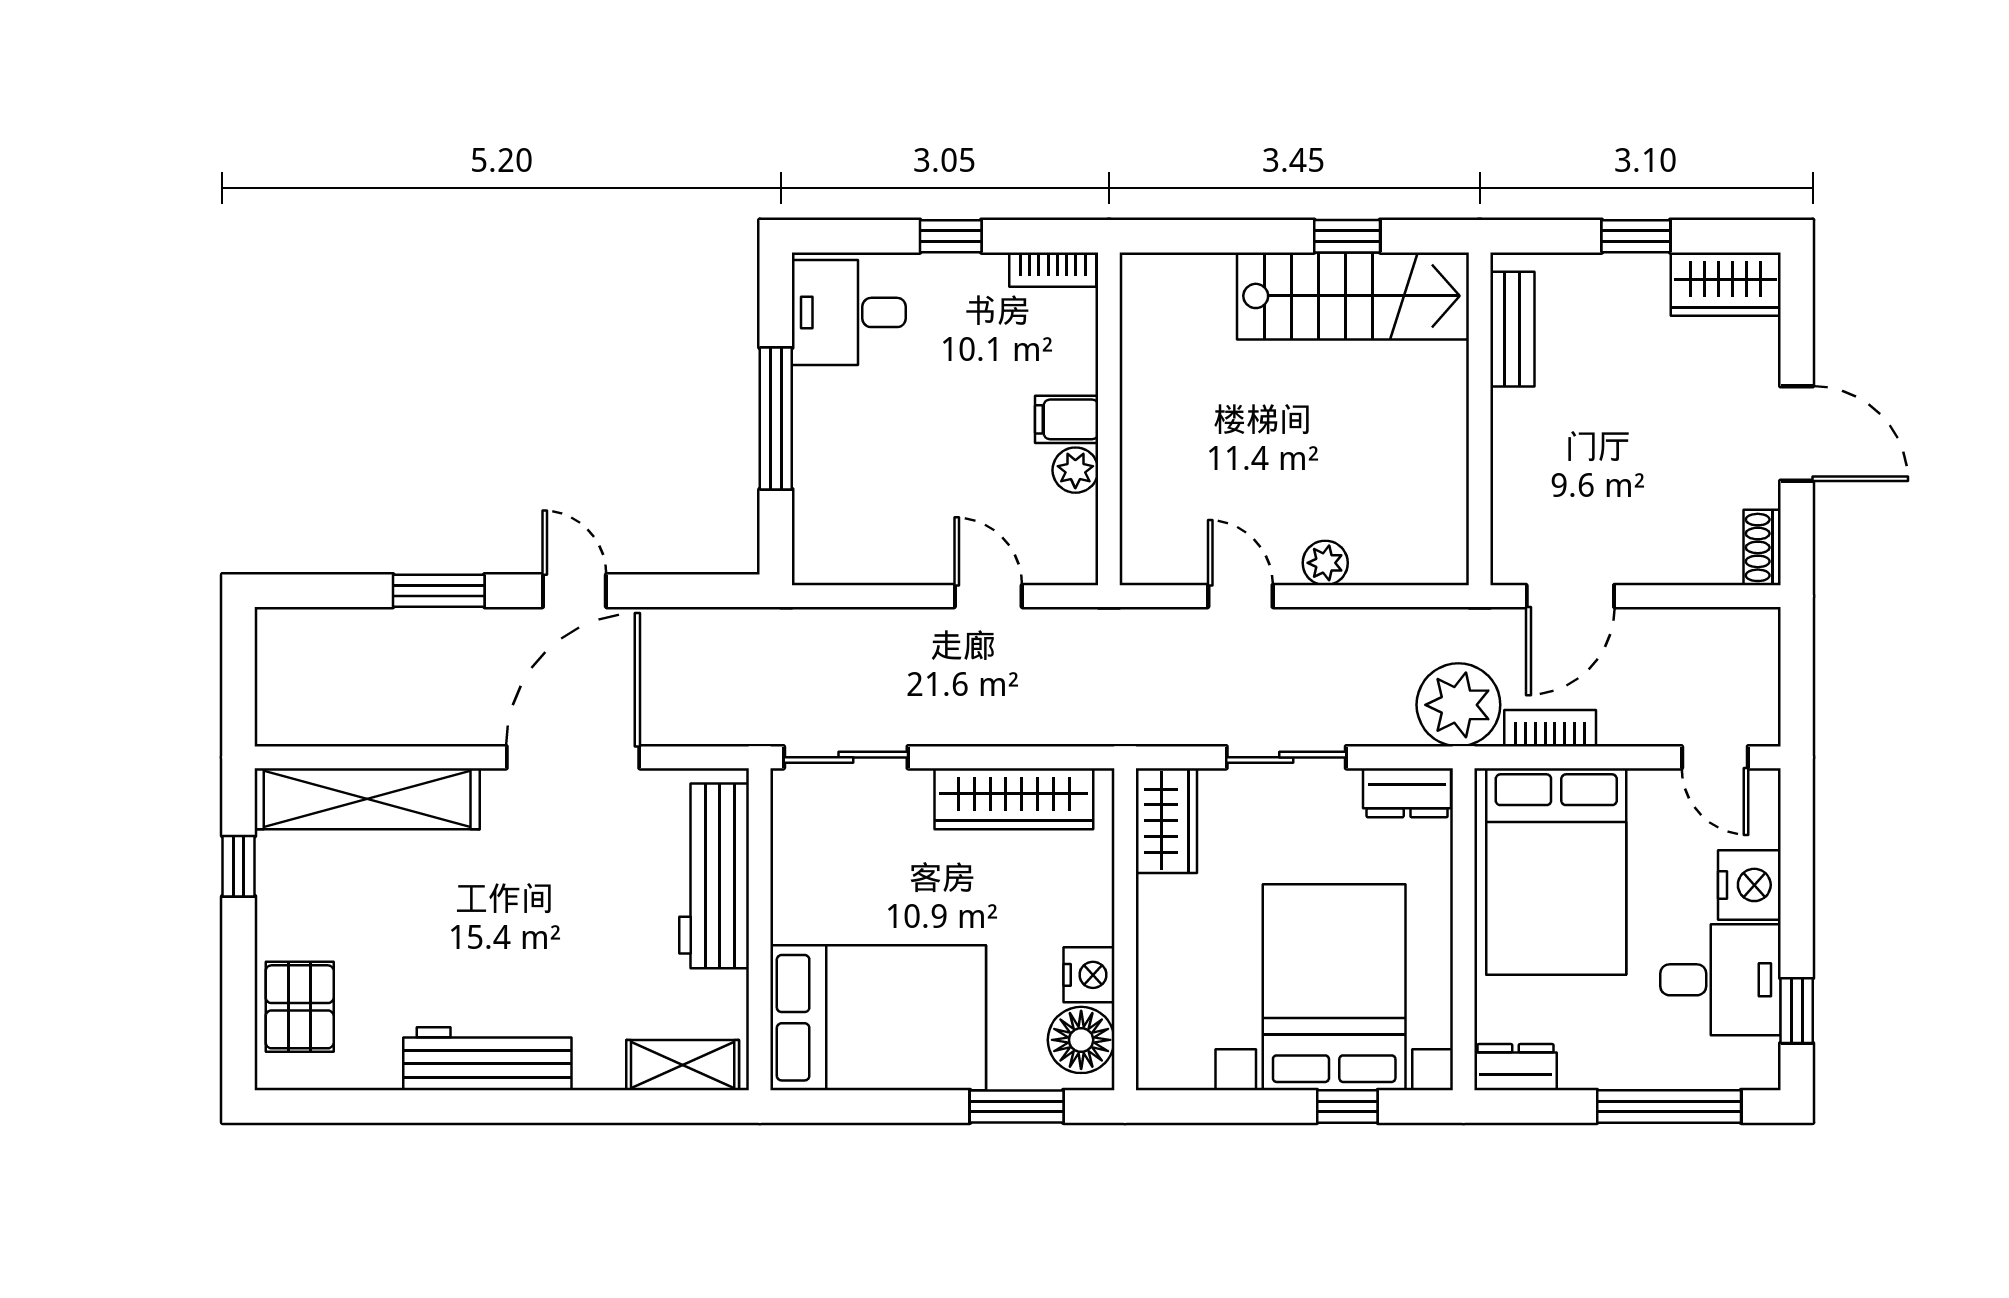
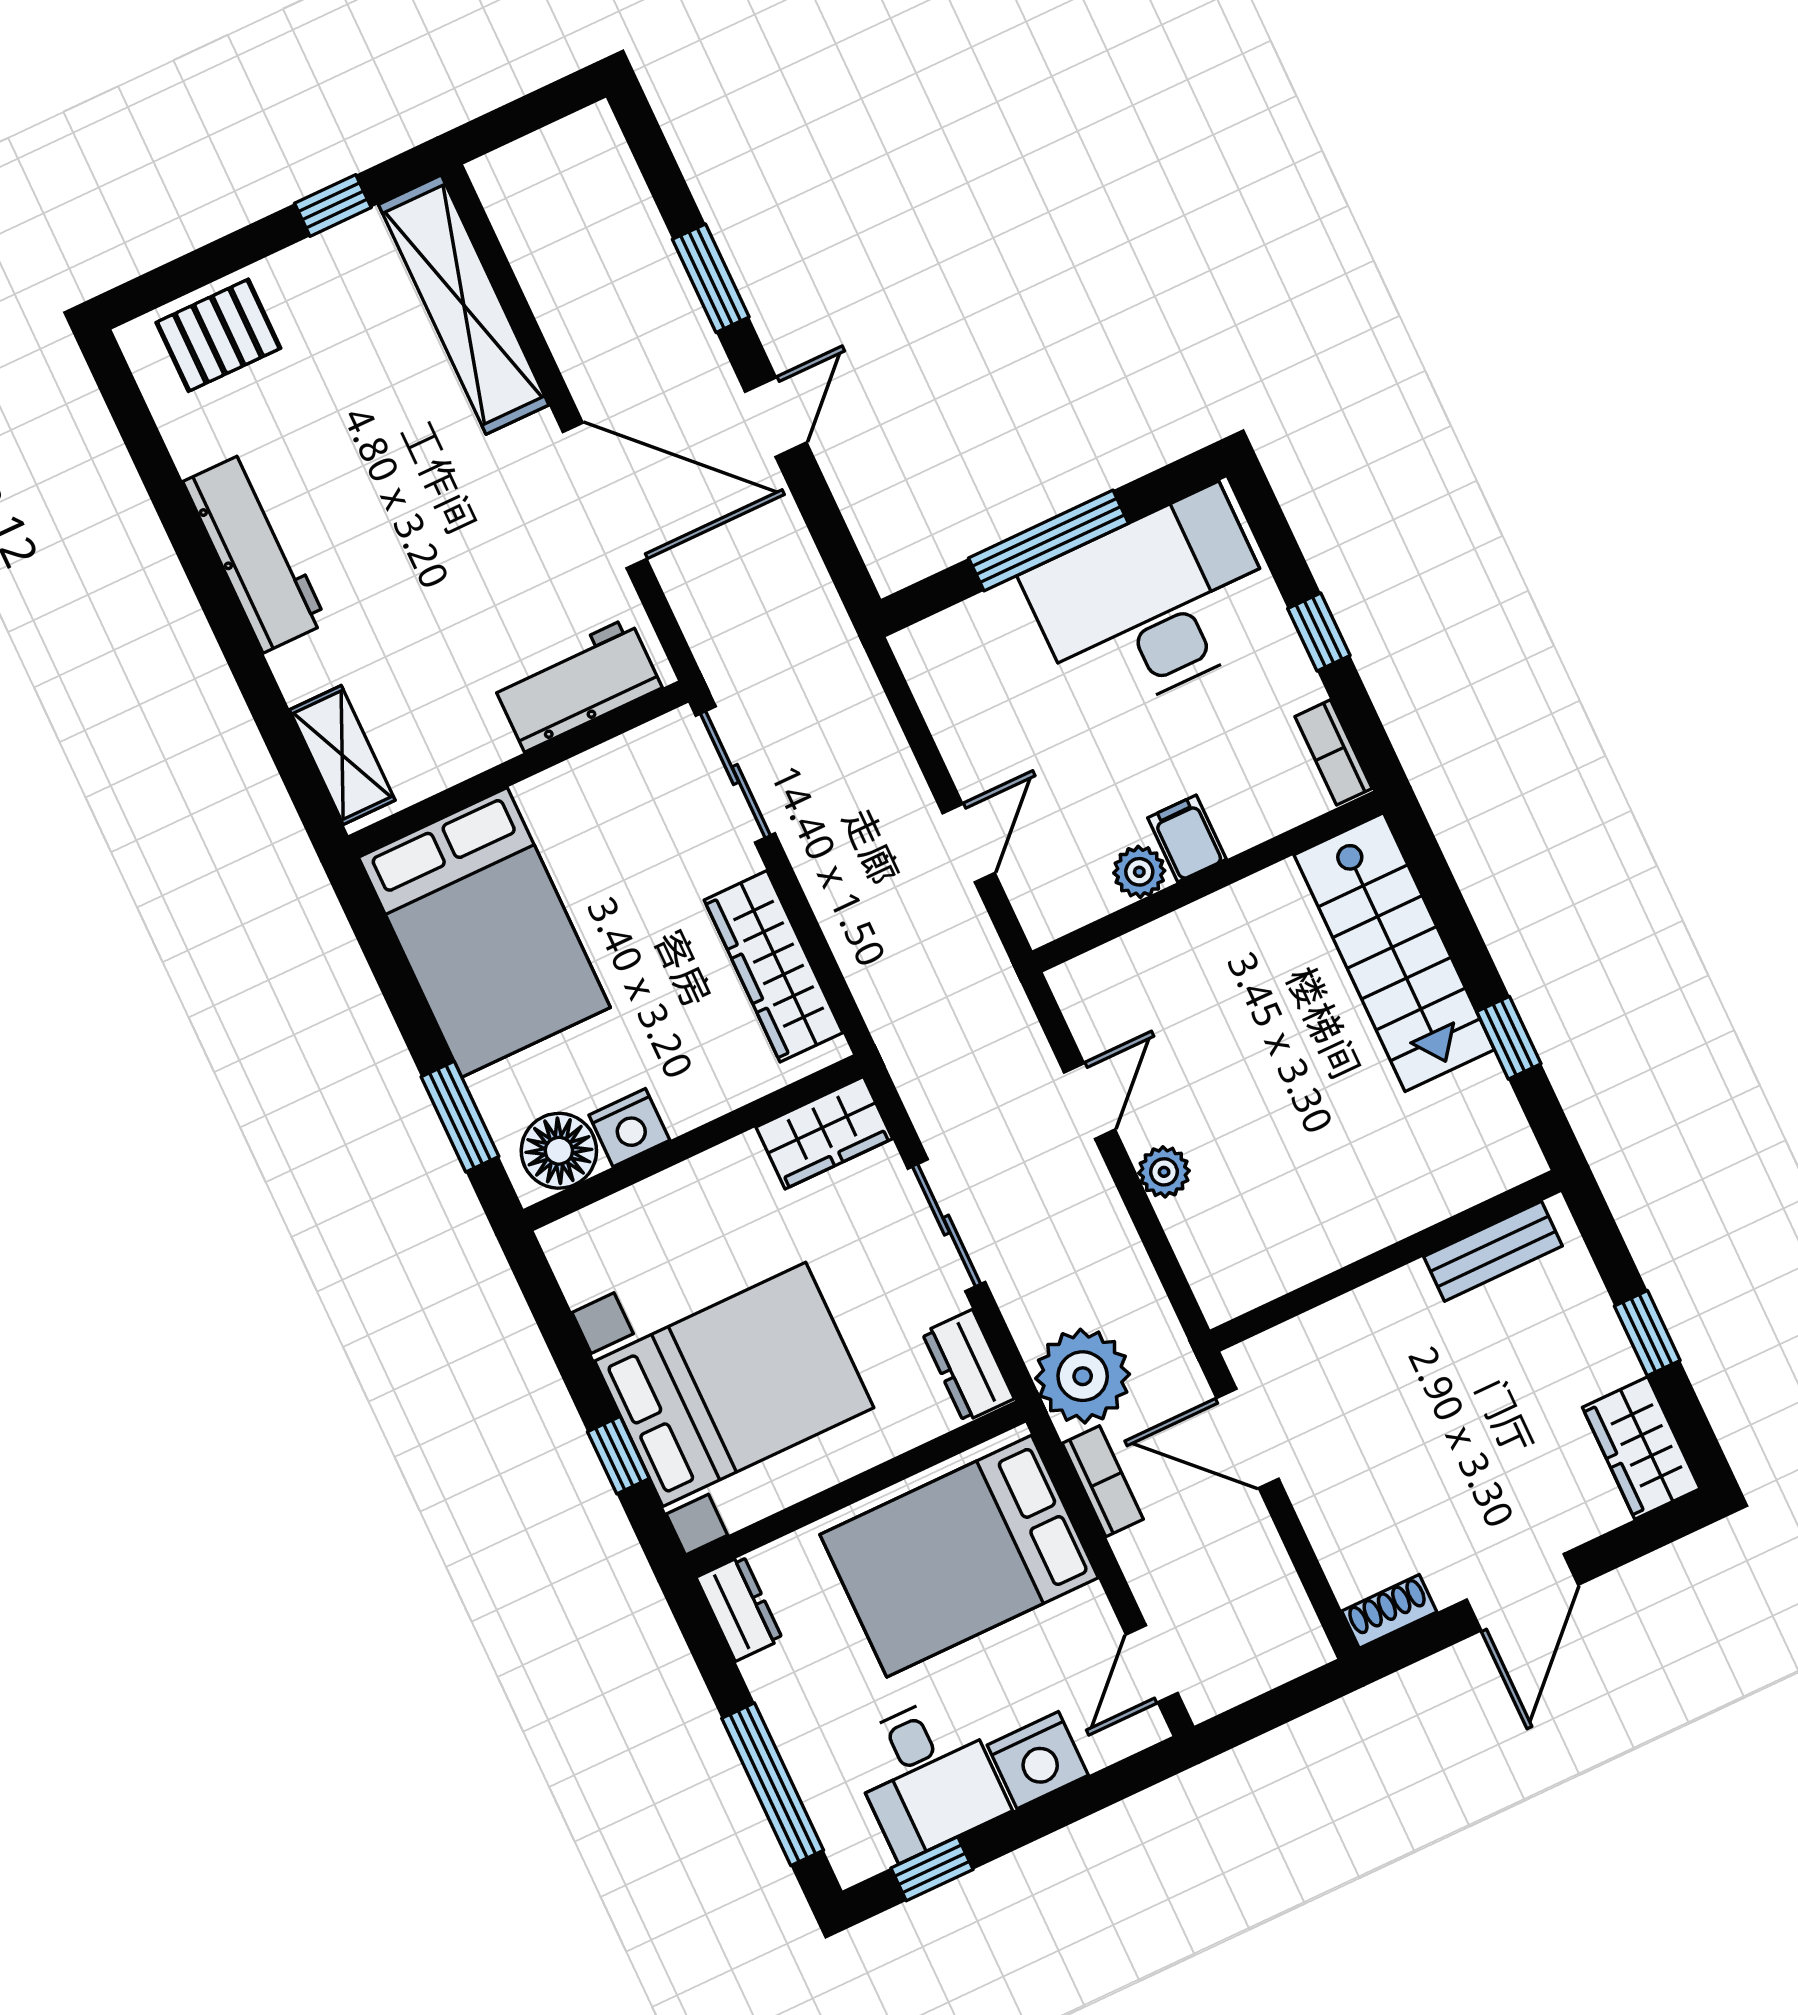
stairs: (1353, 296) -> (1394, 952), moved
desk: (849, 312) -> (1153, 604), width x1.87, depth x1.30
workbench: (714, 876) -> (577, 685), width x0.73

